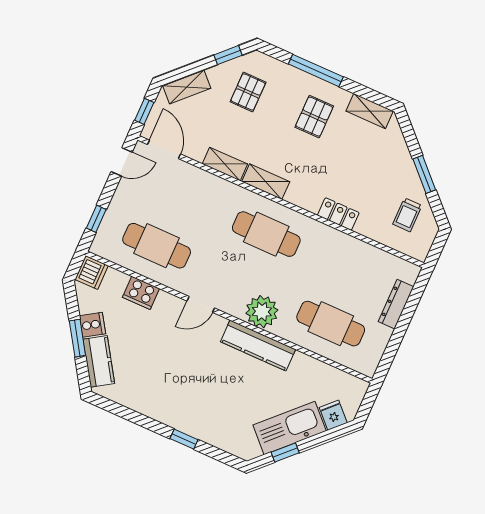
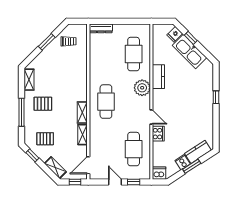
door: (122, 162) -> (115, 182), moved
locker: (338, 214) -> (82, 73), removed
cooker: (141, 293) -> (158, 134), moved
dresser: (396, 304) -> (101, 28), moved
kitchen counter: (258, 346) -> (158, 77), width x0.67
window: (285, 452) -> (191, 38), moved

